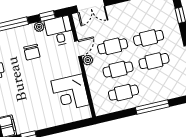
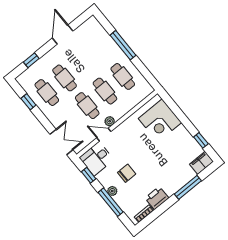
plant: (39, 27) -> (112, 191), moved
cafe table: (154, 61) -> (47, 93), moved
corner desk: (70, 93) -> (160, 120), moved, turned 90

